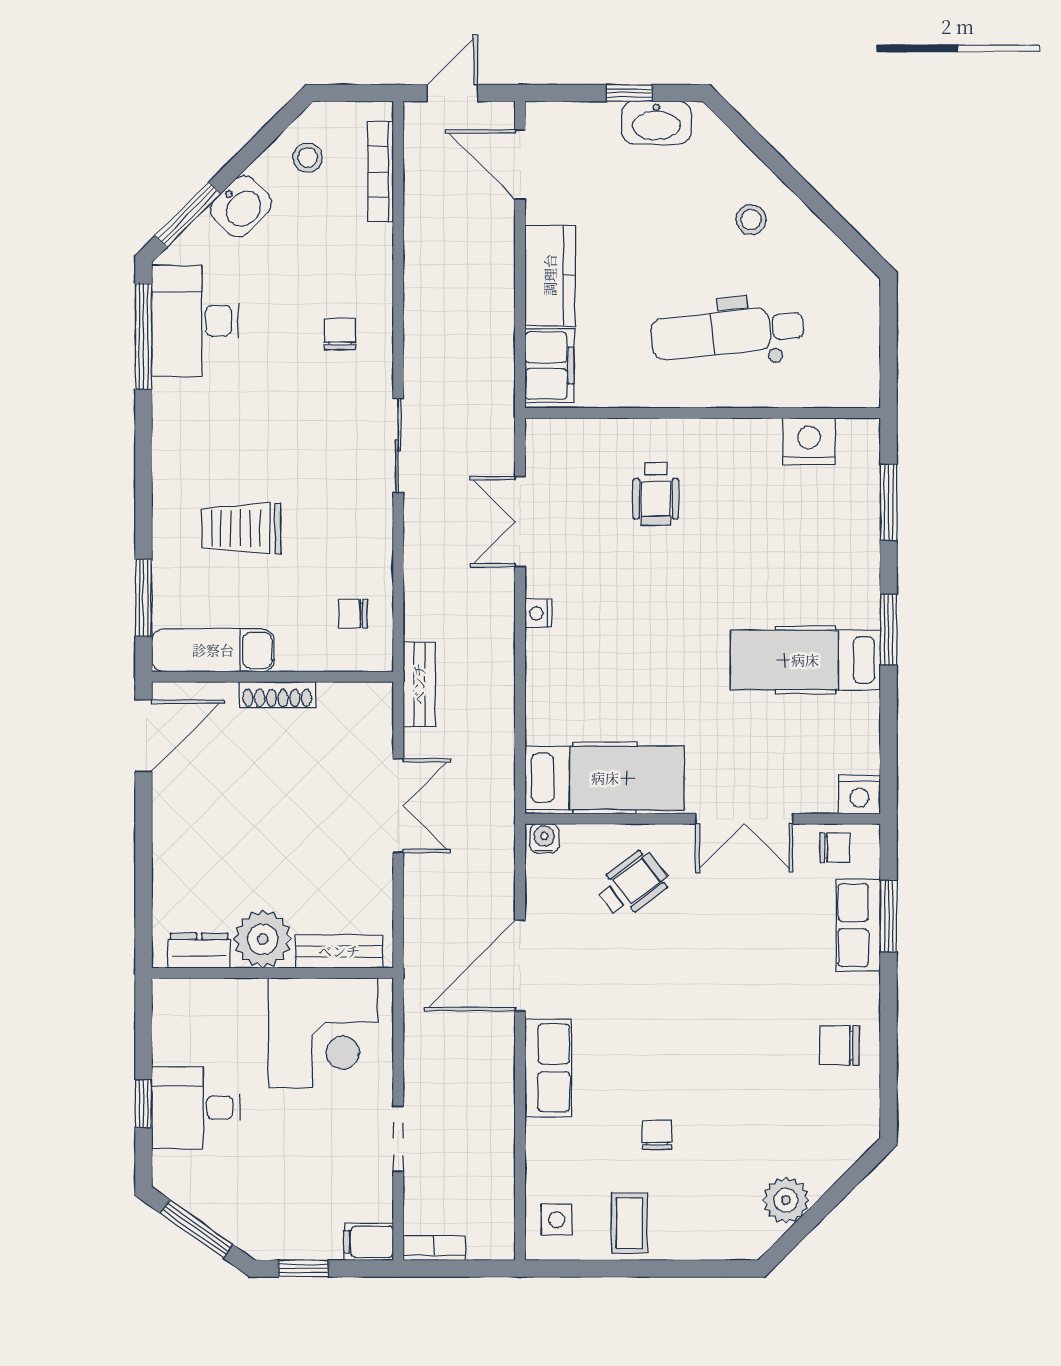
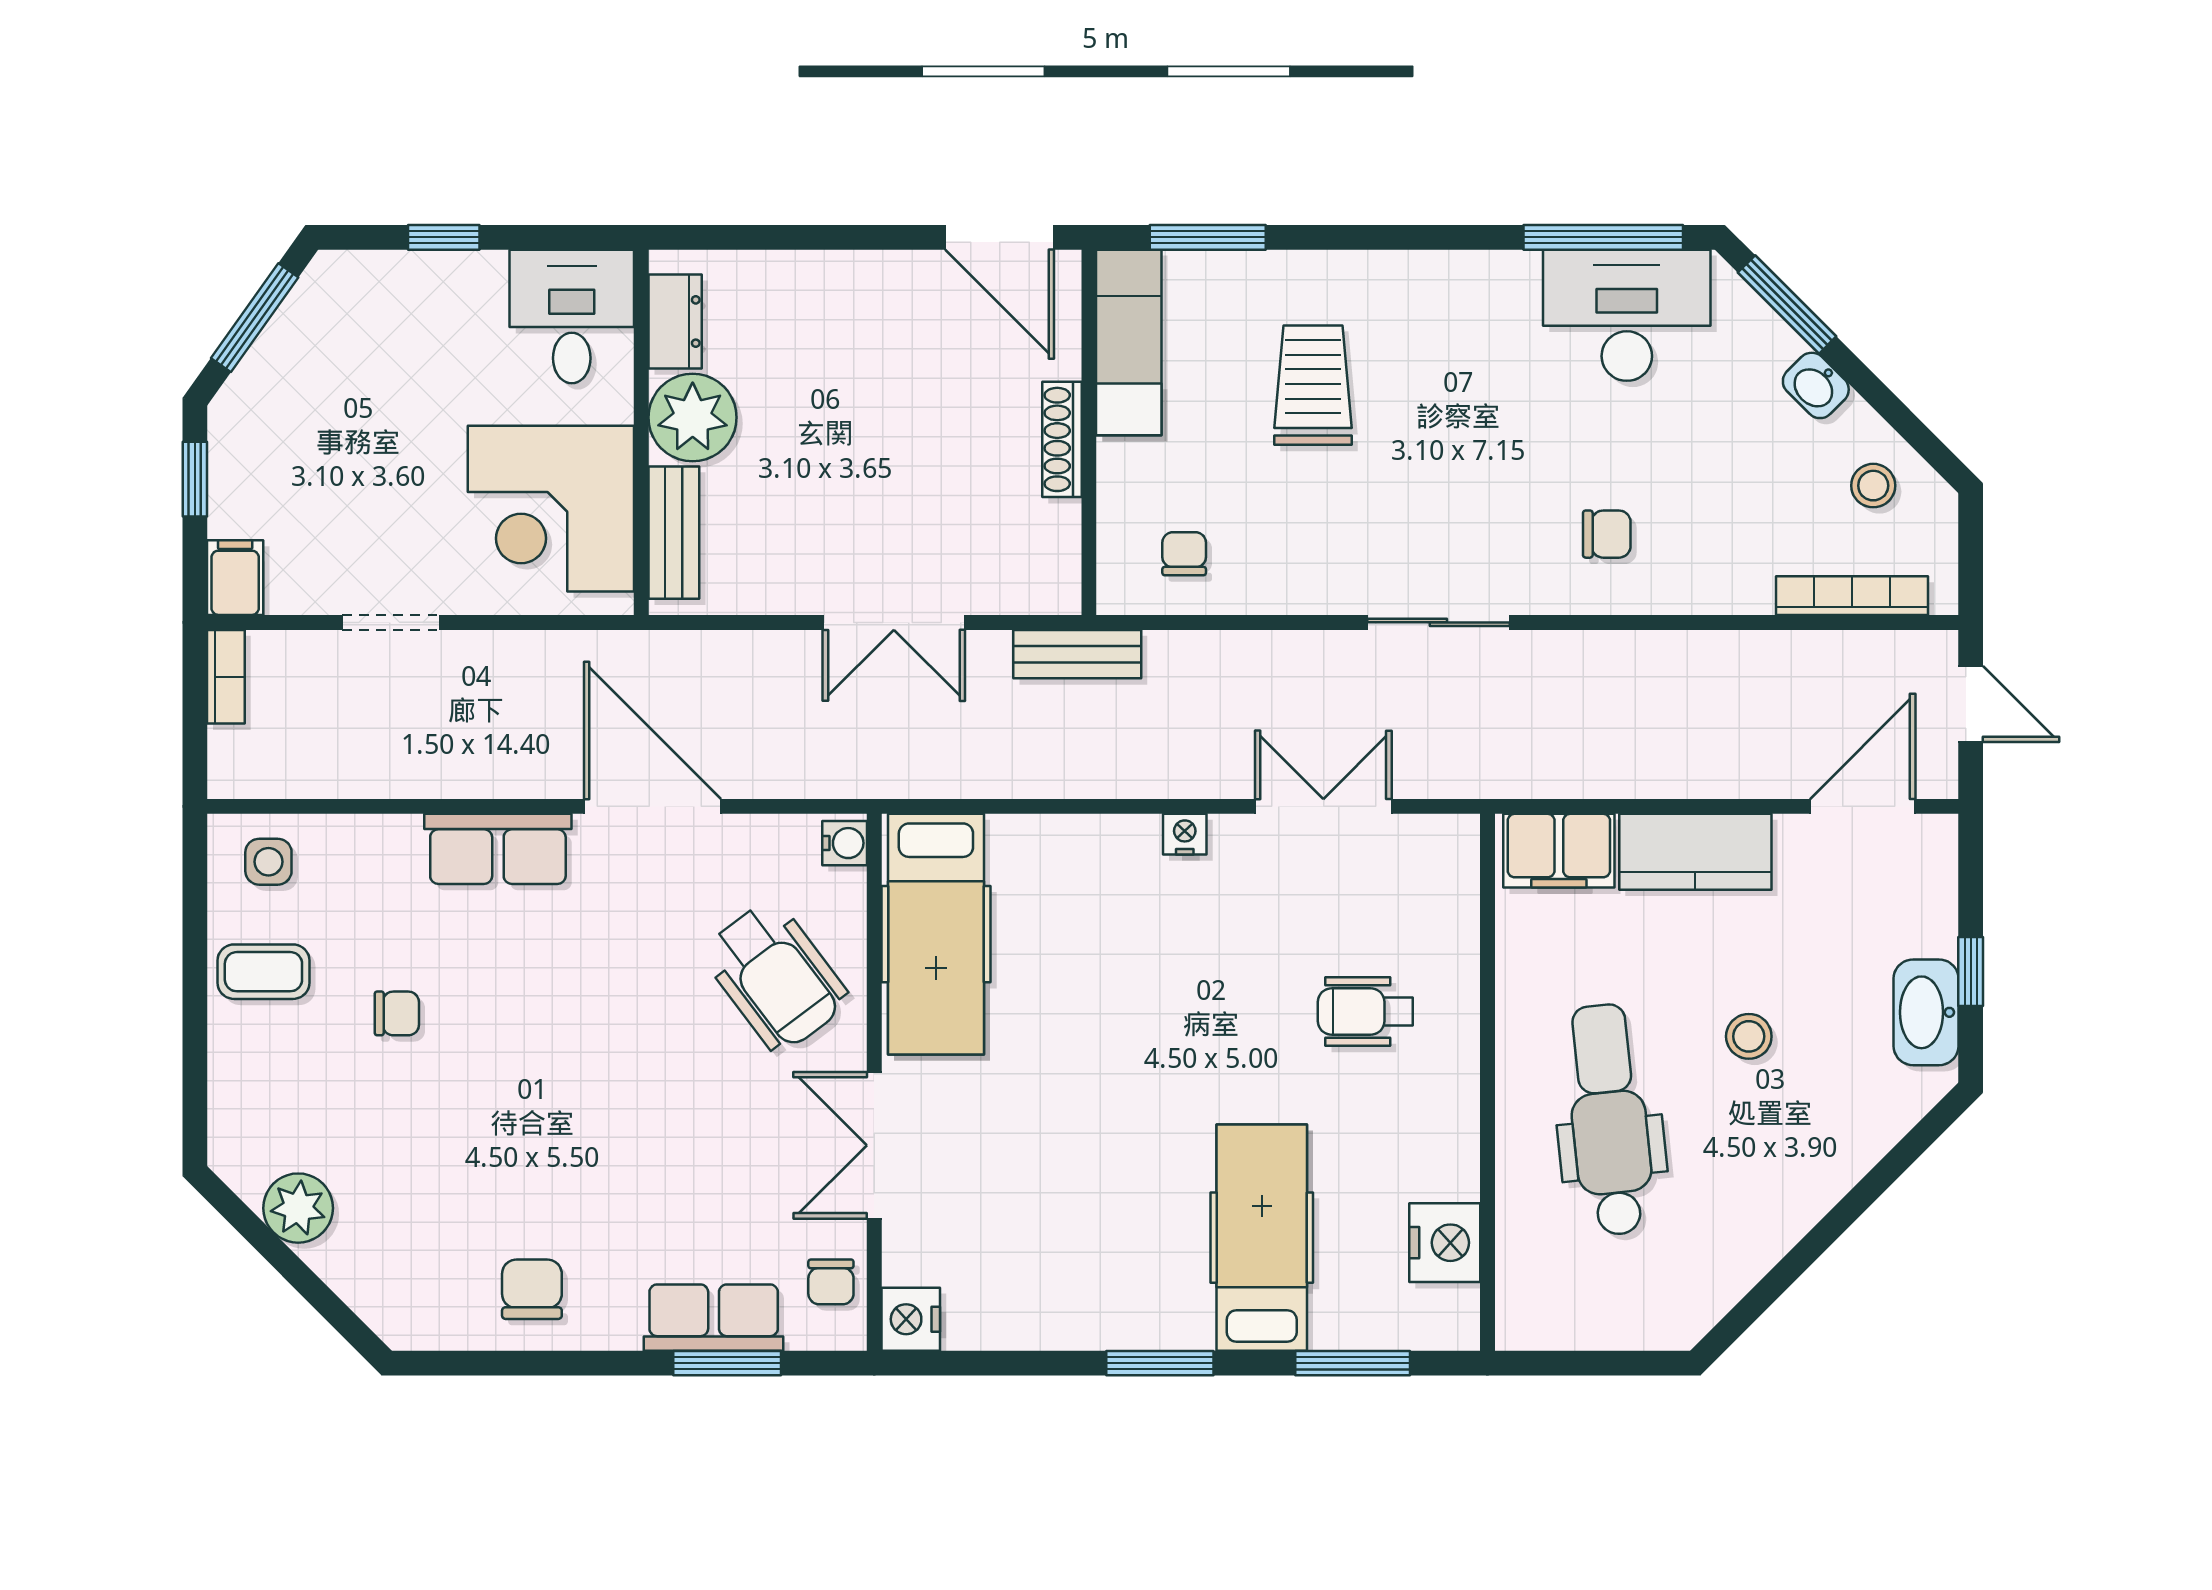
washbasin: (241, 206) -> (1816, 385), width x0.72, depth x0.69
stool: (751, 219) -> (1749, 1036), moved
hospital bed: (805, 660) -> (1262, 1238), moved
wheelchair: (632, 884) -> (776, 976), width x1.36, depth x1.37
desk: (196, 1108) -> (572, 317), moved

